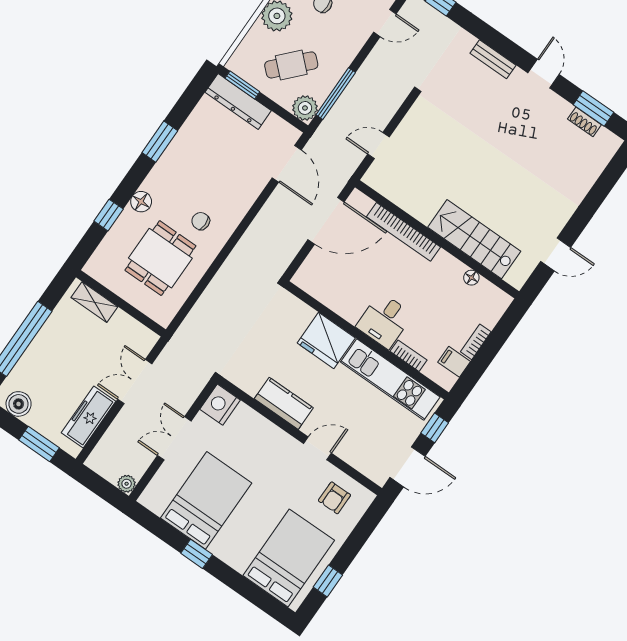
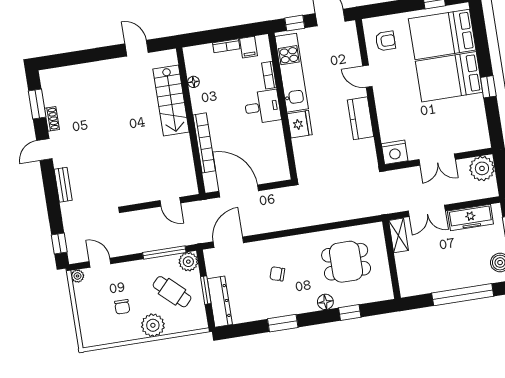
window: (242, 85) -> (206, 290), moved
shoe rack: (584, 122) -> (52, 119), moved
chair: (201, 221) -> (277, 274), moved, turned 108
shelving: (94, 302) -> (399, 235), moved
fridge: (326, 340) -> (300, 124), width x0.73, depth x0.75
plant: (127, 484) -> (482, 168), width x1.87, depth x1.87
bed: (206, 500) -> (449, 77), moved

